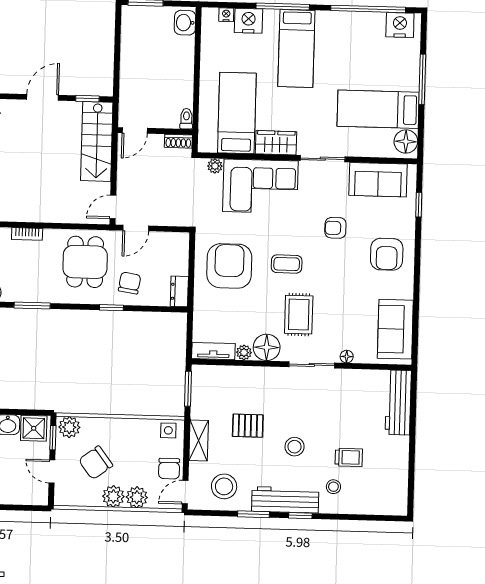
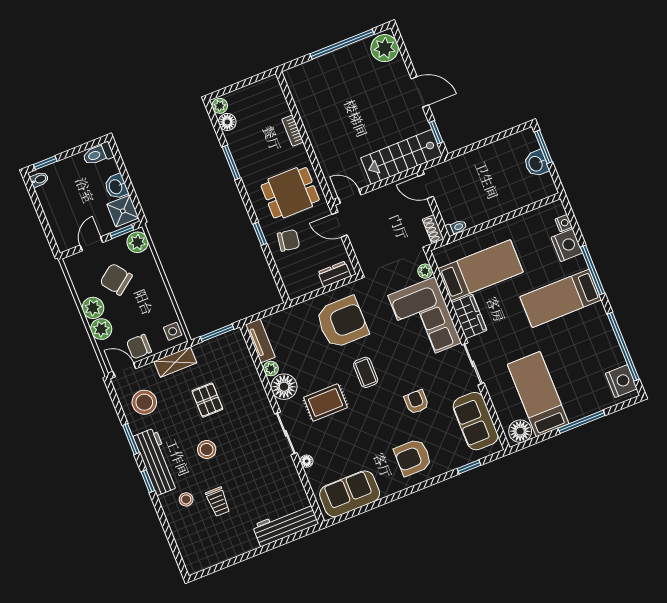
washbasin: (185, 23) -> (536, 164), moved, turned -90
dresser: (179, 291) -> (334, 274), moved

